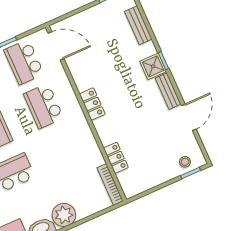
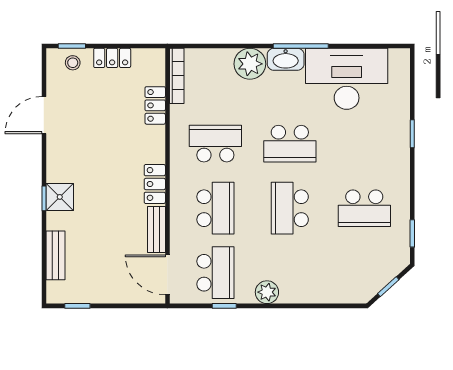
bench: (168, 91) -> (156, 230), moved
school desk: (63, 150) -> (215, 144), added
locker: (160, 177) -> (112, 58), added

